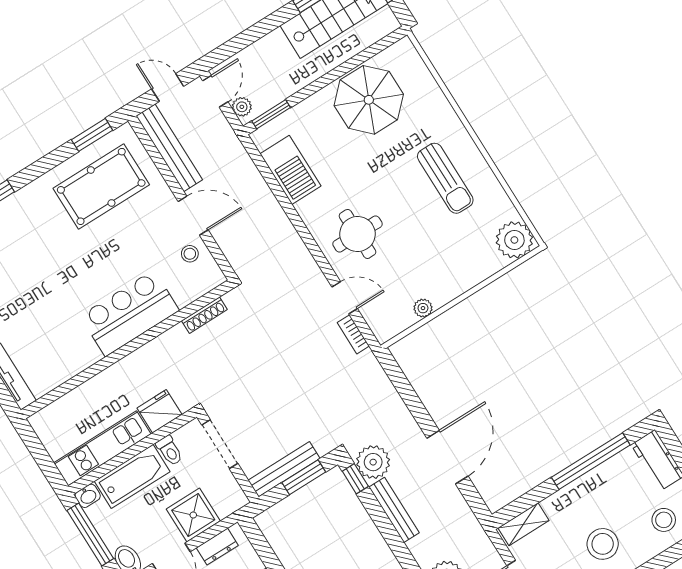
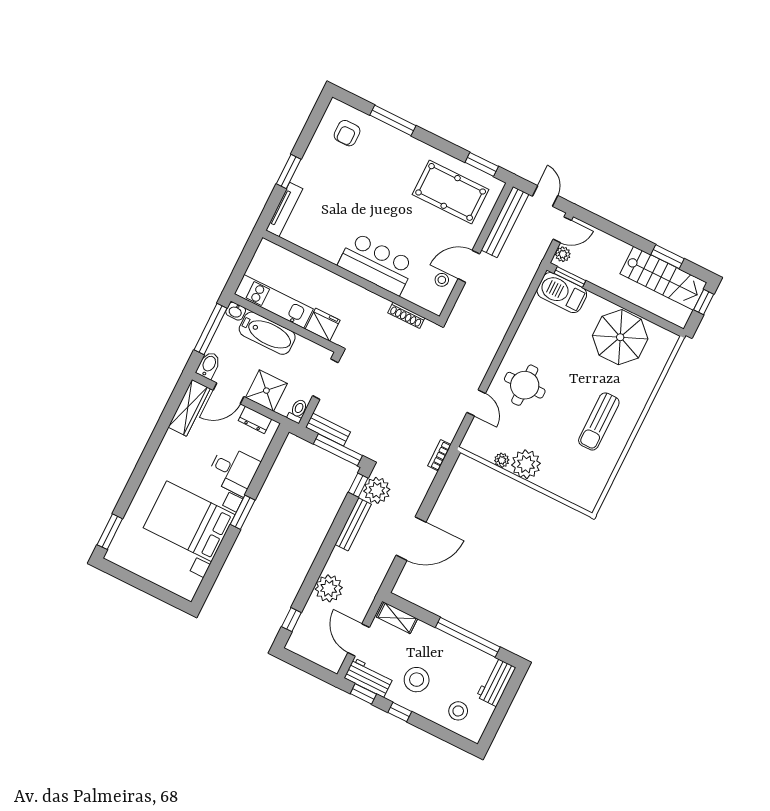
barbecue: (290, 170) -> (562, 293), moved, turned 90
door: (193, 216) -> (469, 266), swing flipped
plant: (514, 240) -> (526, 464), moved
bookcase: (353, 334) -> (439, 455), moved
toilet: (169, 451) -> (298, 411), moved, turned 180
bench: (284, 469) -> (328, 430), width x0.73
window: (304, 477) -> (338, 450), width x1.44

